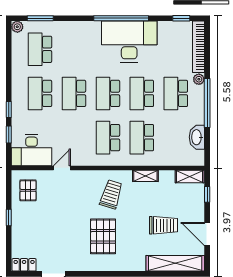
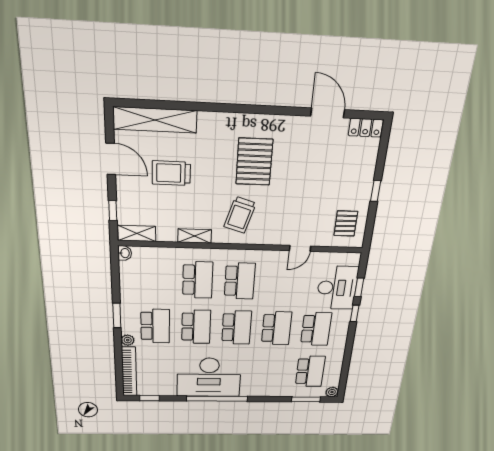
window: (207, 103) -> (117, 315), width x0.47
washbasin: (197, 137) -> (125, 253), moved, width x0.52, depth x0.69
desk: (31, 150) -> (337, 288), moved, turned 90

